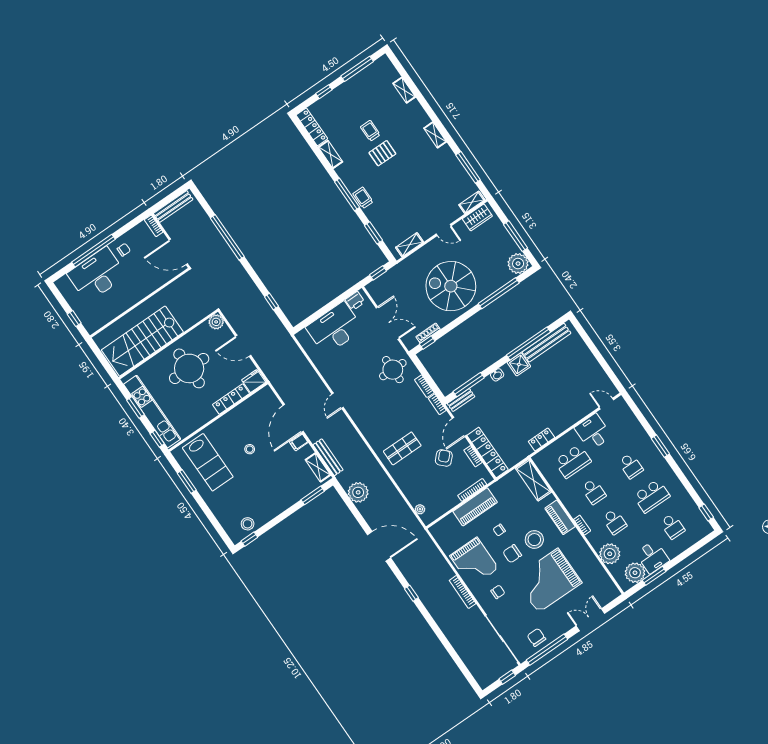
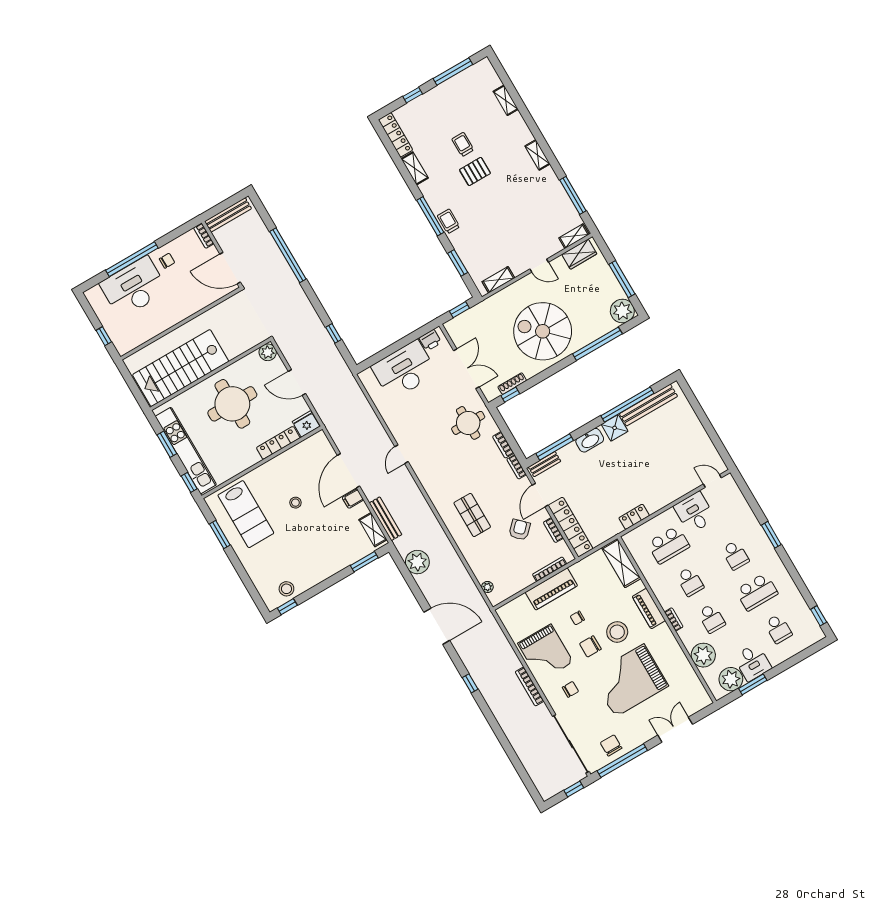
washbasin: (497, 375) -> (590, 440), width x1.91, depth x1.45
shop shelf: (402, 448) -> (472, 515), turned 90

